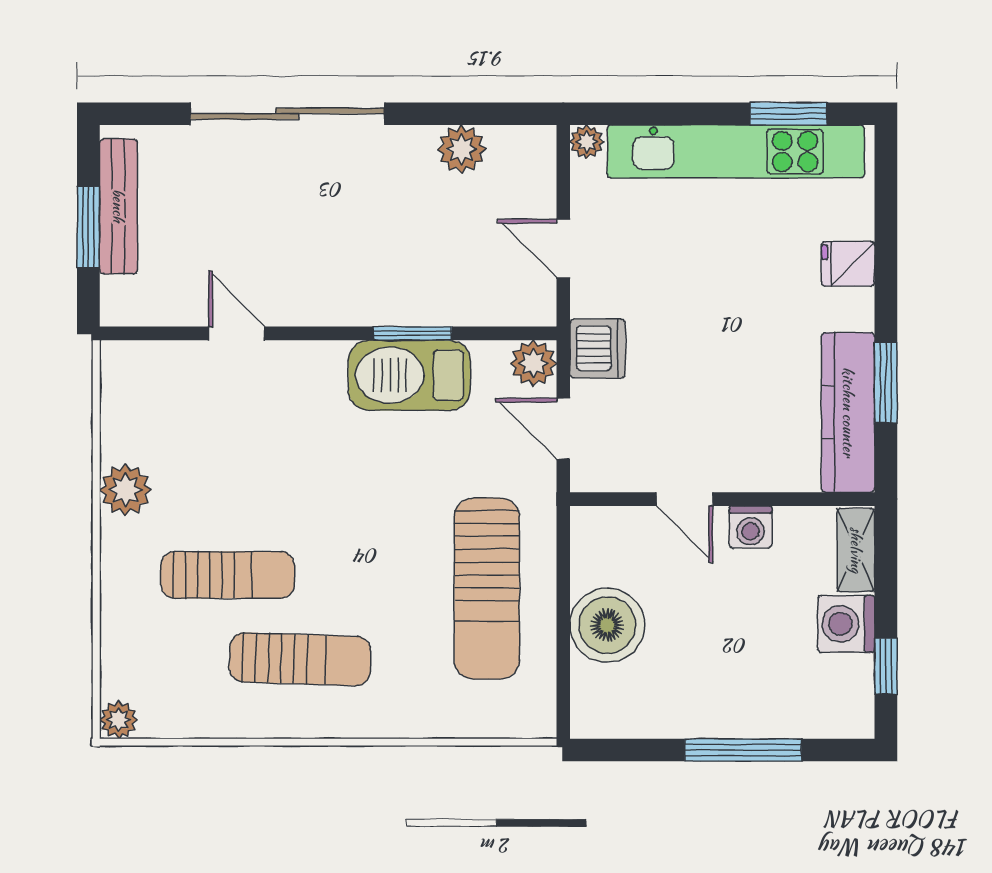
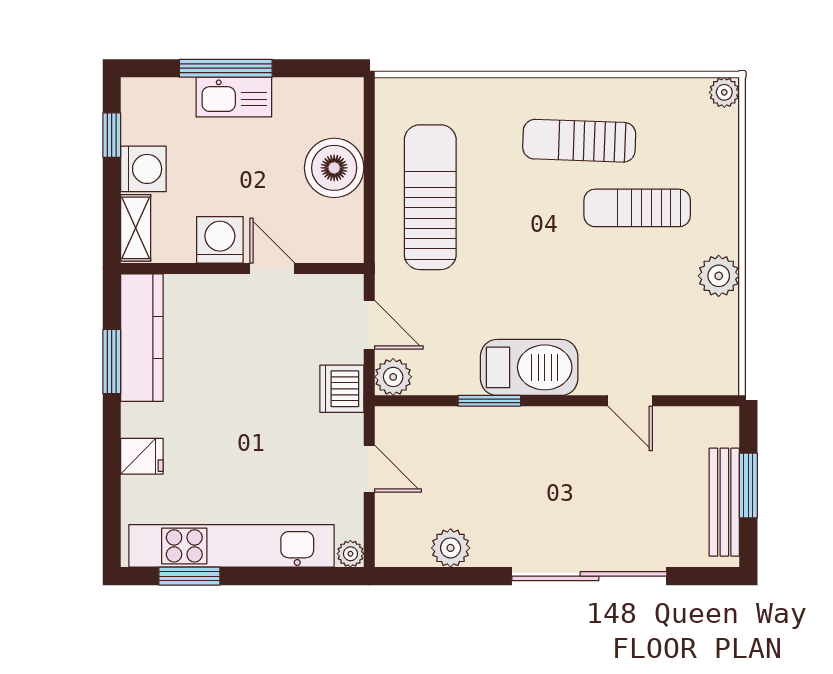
barbecue: (409, 375) -> (529, 367), moved
washing machine: (750, 527) -> (220, 240), width x1.38, depth x1.38
kitchen sink: (733, 714) -> (234, 97), added

